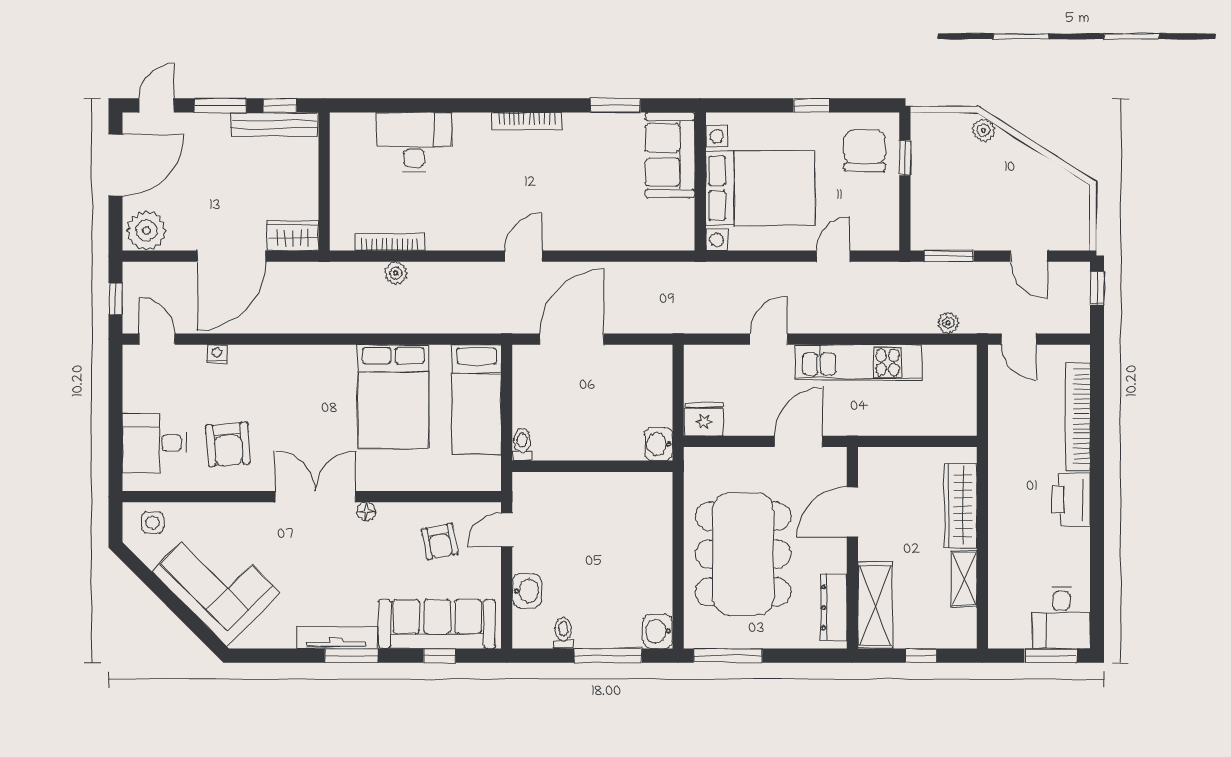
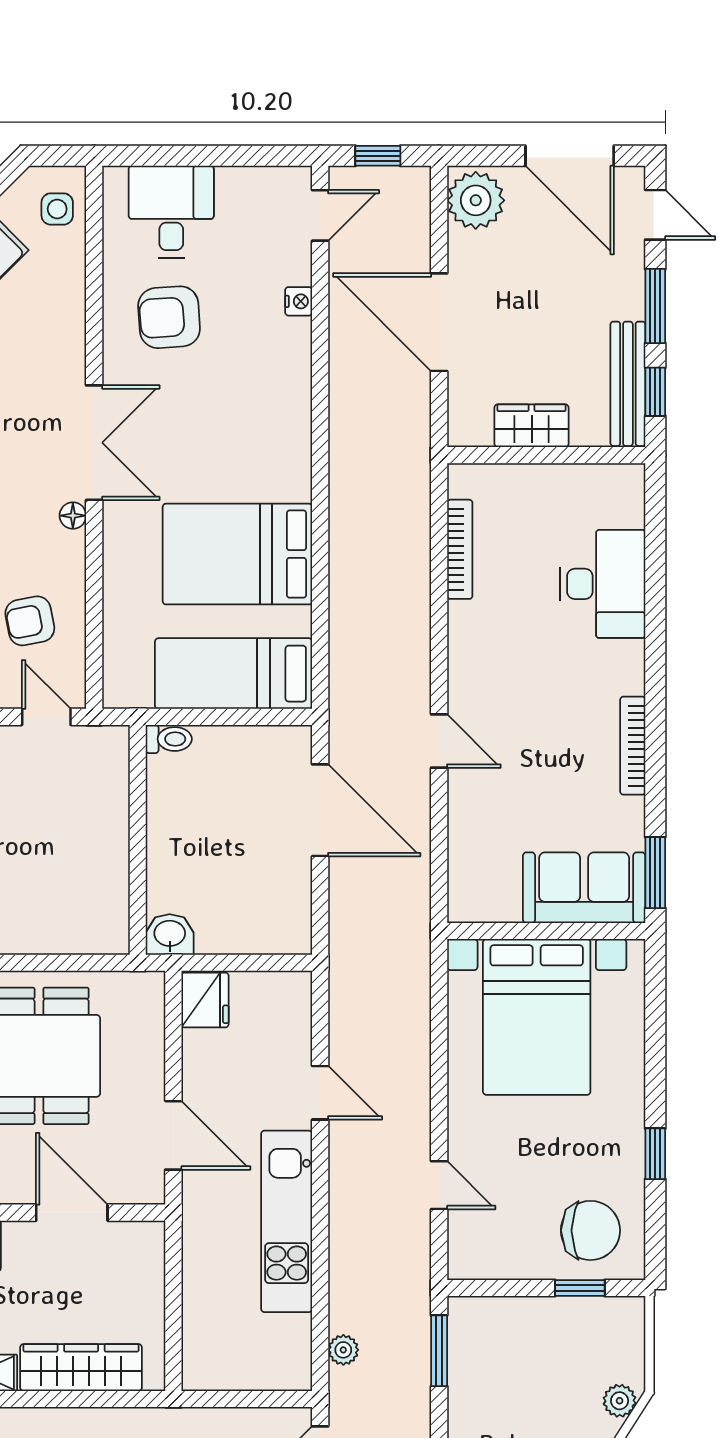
sofa: (670, 155) -> (584, 888), moved
wall: (700, 181) -> (546, 931), moved
bed with nightstands: (760, 188) -> (537, 1017), moved
wardrobe: (293, 236) -> (532, 426), moved, turned -90
plant: (396, 273) -> (415, 558), removed

